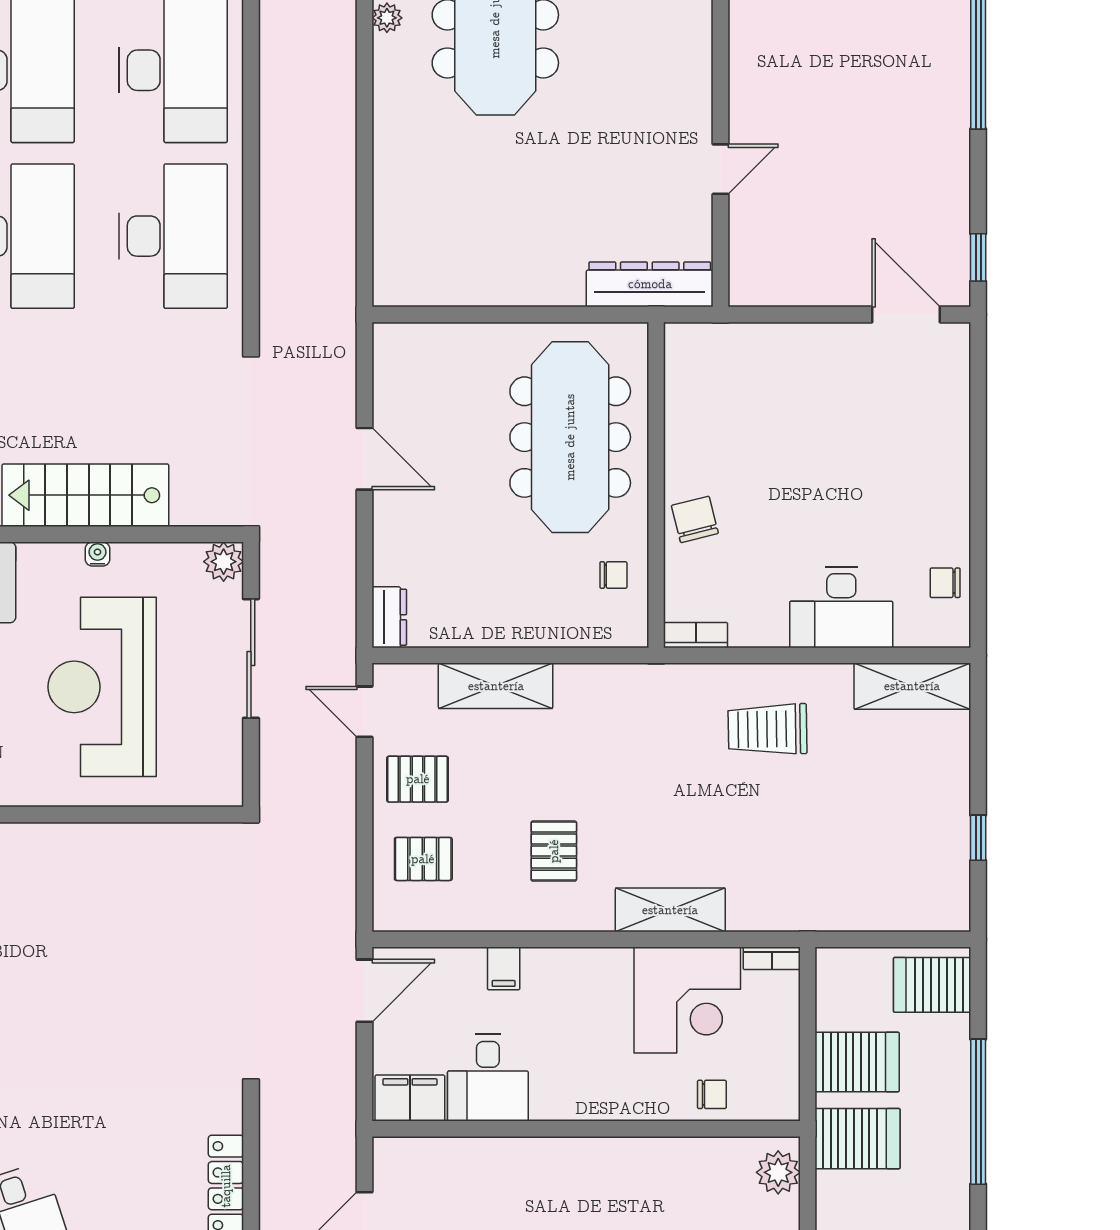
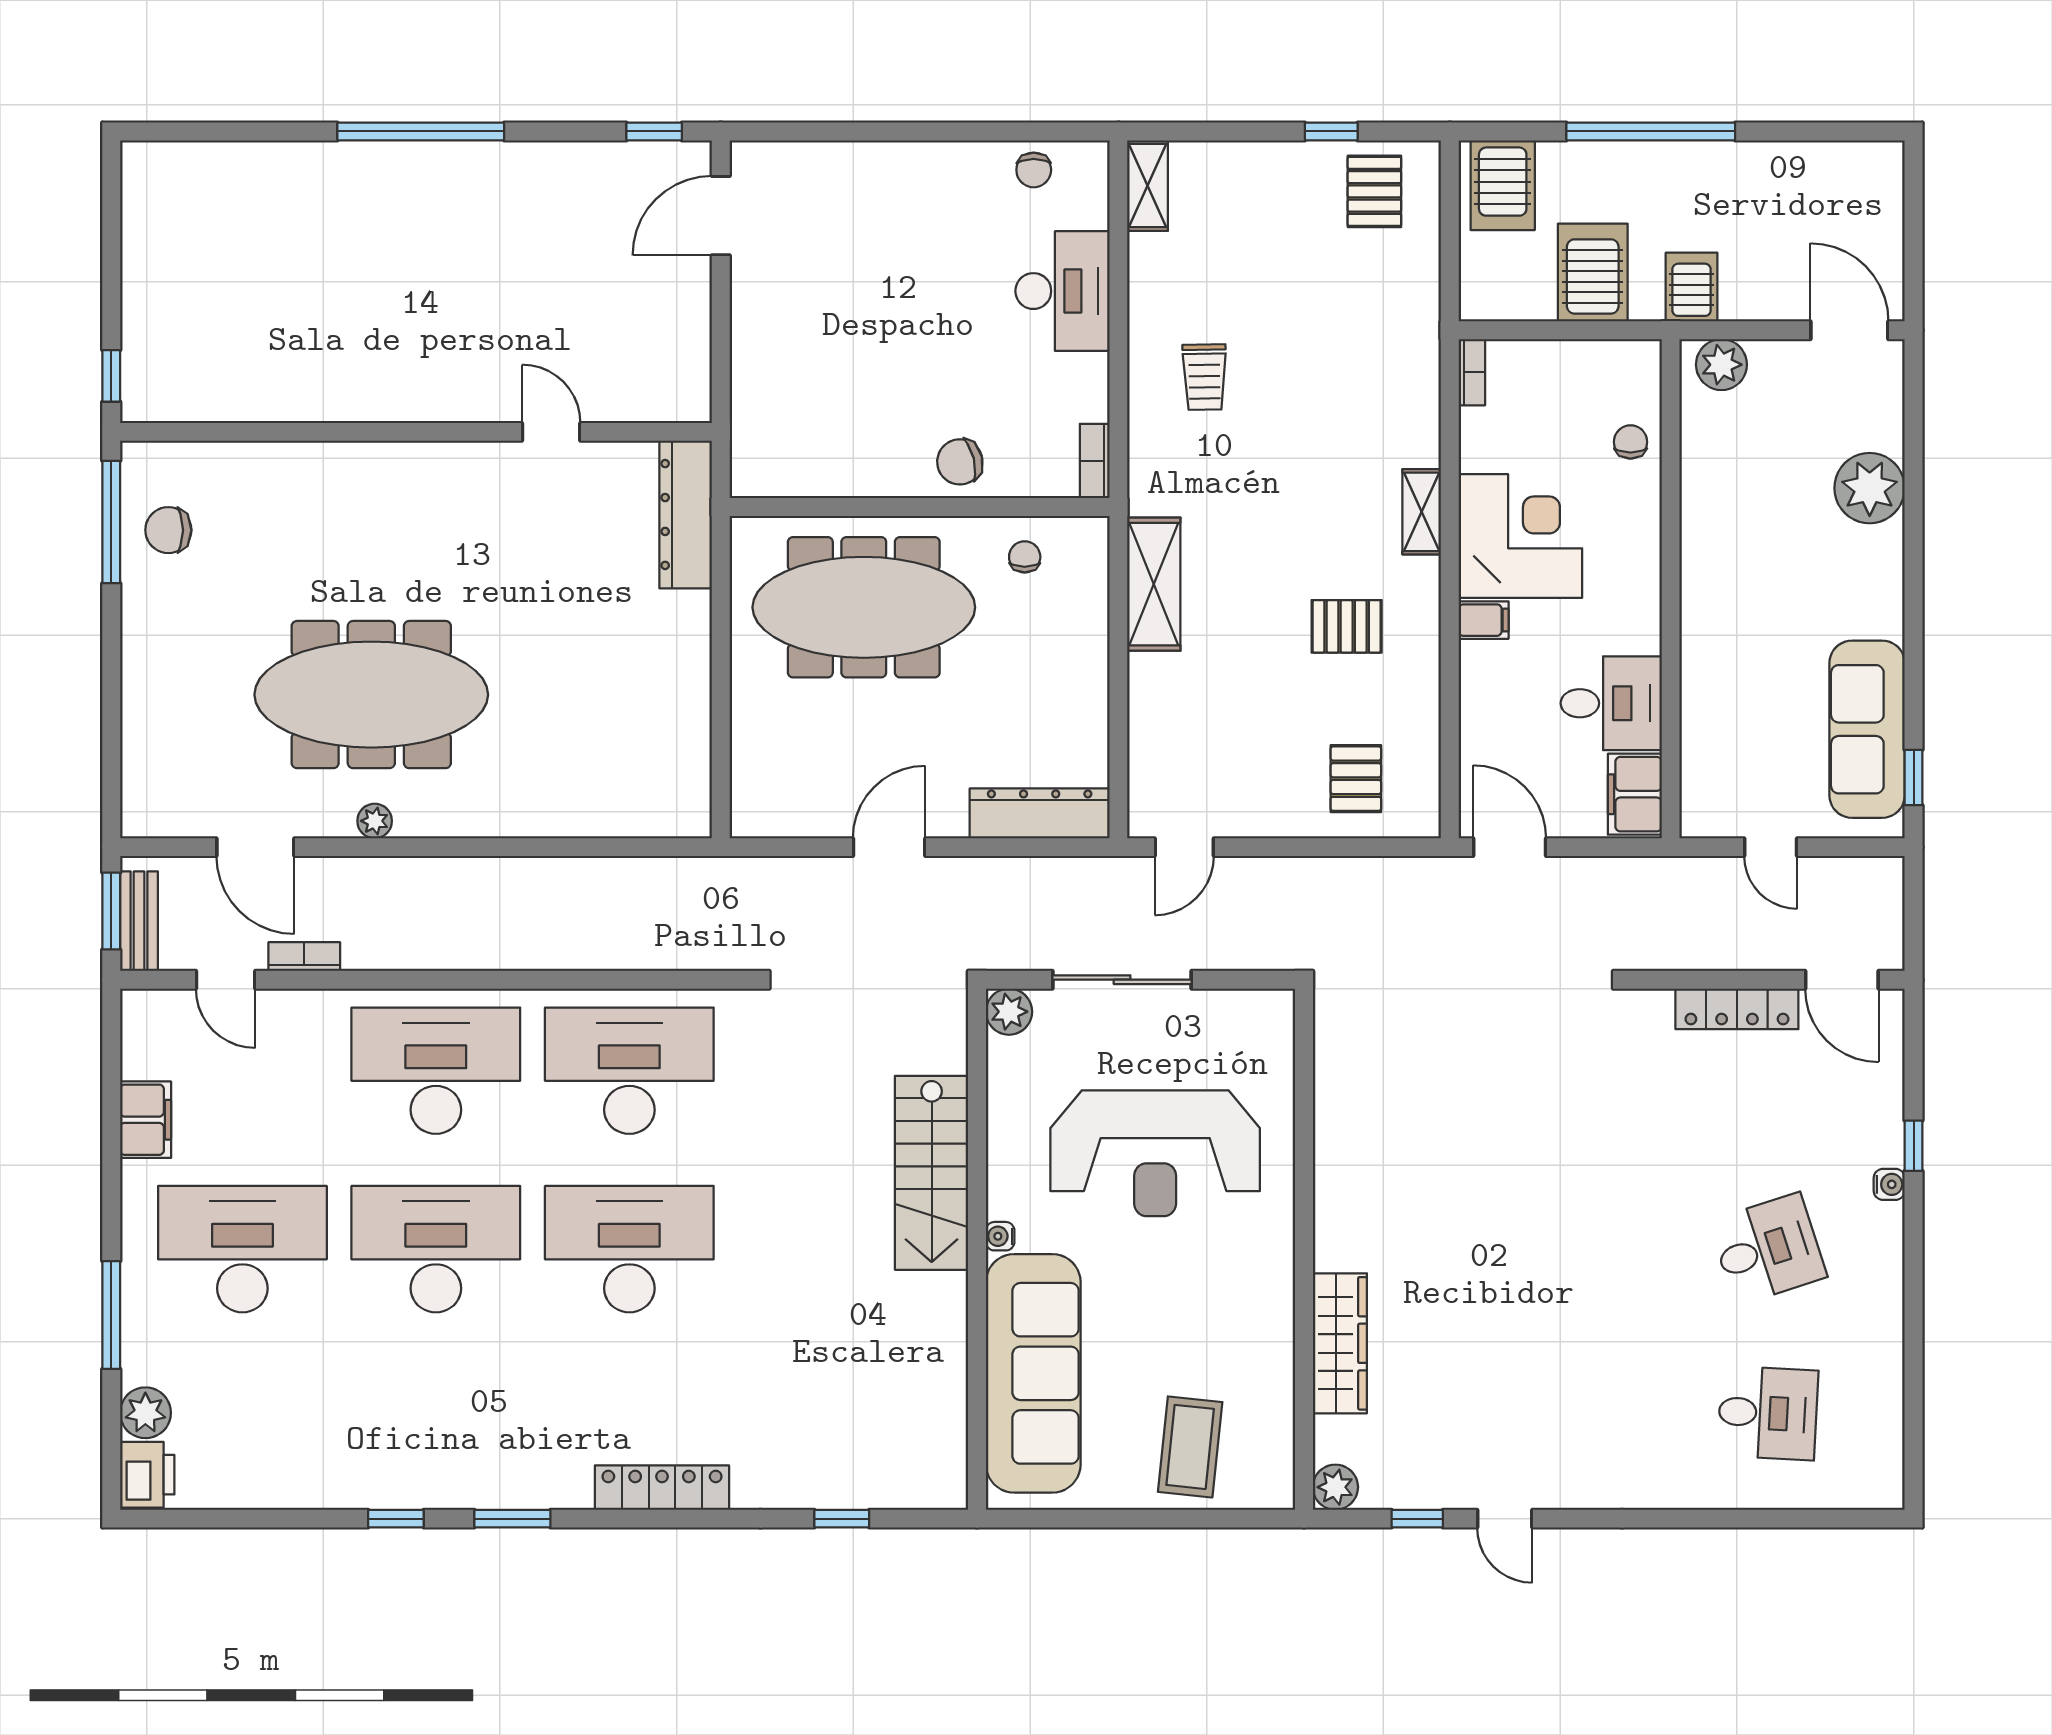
water cooler: (98, 554) -> (1000, 1236), moved
dresser: (389, 617) -> (1040, 813), width x1.96, depth x1.24
shelving: (496, 686) -> (1154, 584), moved
shelving: (912, 686) -> (1148, 186), width x0.67, depth x0.75
trolley: (768, 729) -> (1204, 377), width x0.73, depth x0.72
pallet: (418, 779) -> (1374, 191), moved
shelving: (670, 910) -> (1422, 512), width x0.67, depth x0.75
filing cabinet: (504, 968) -> (1484, 620), moved
corner desk: (687, 1000) -> (1520, 536), moved
server rack: (858, 1139) -> (1692, 287), width x0.73, depth x0.70

